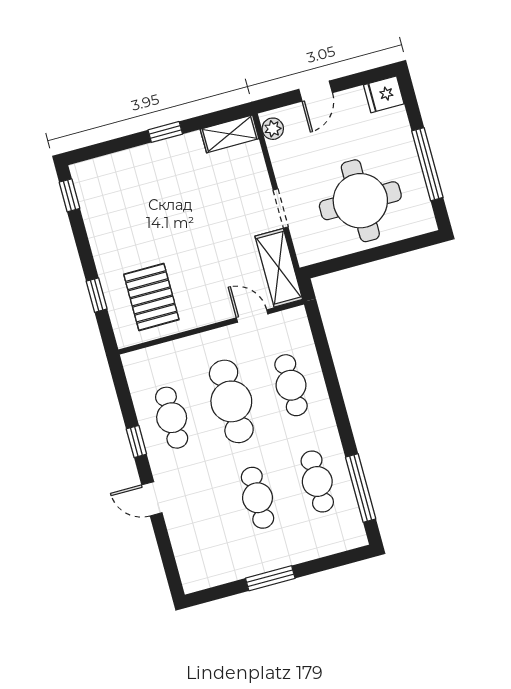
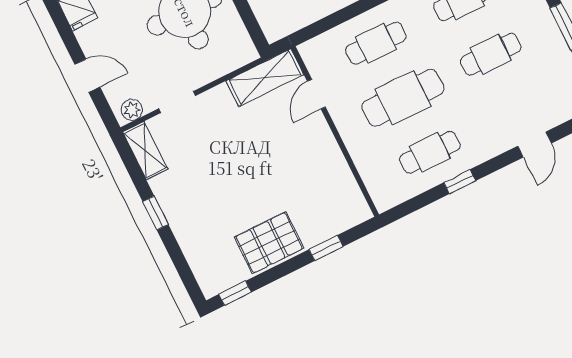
doorway: (281, 208) -> (177, 102), moved
pallet: (151, 297) -> (269, 243), moved
door: (152, 499) -> (535, 145), moved

